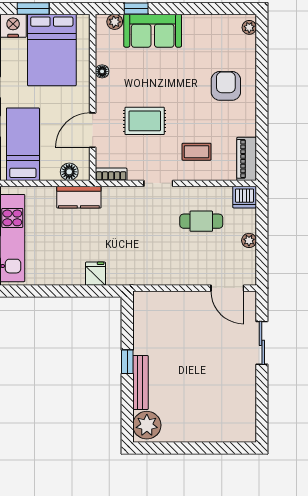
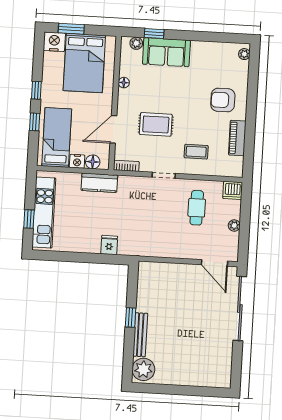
armchair: (226, 86) -> (223, 100), turned -90
piano: (247, 159) -> (237, 138), moved
nightstand: (50, 172) -> (77, 161), added
cafe table: (201, 221) -> (197, 208), turned 90
sliding door: (262, 343) -> (240, 309), width x1.86

